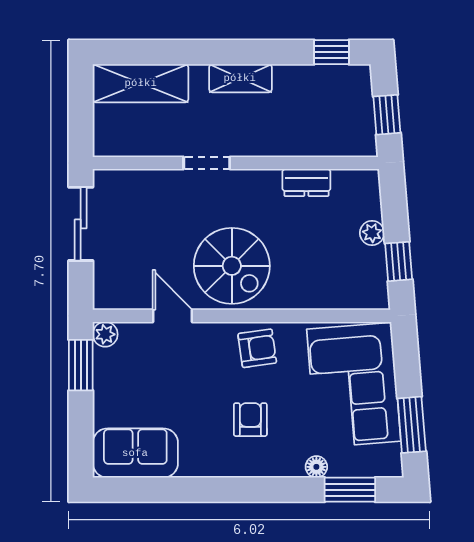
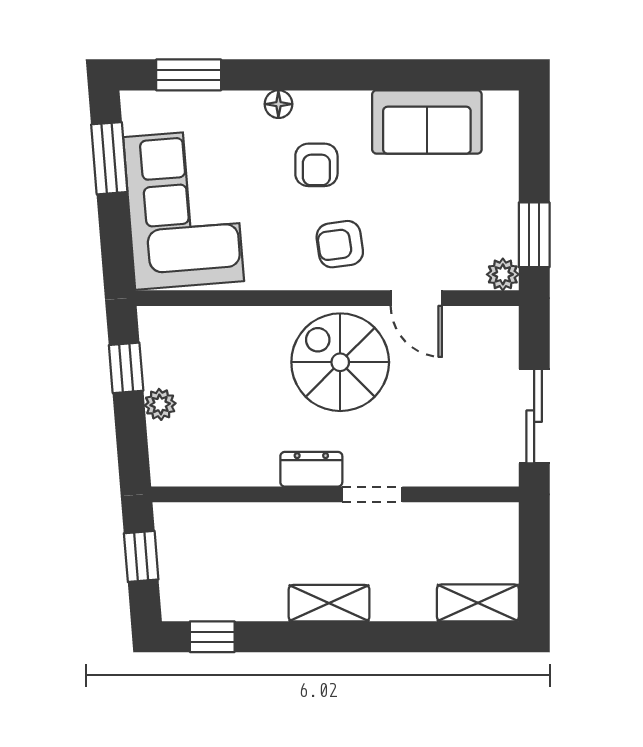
shelving: (141, 83) -> (478, 603), width x0.67, depth x0.75
dresser: (306, 183) -> (311, 469), moved
armchair: (257, 348) -> (340, 244), moved
sofa: (135, 453) -> (427, 122), moved
floor lamp: (316, 467) -> (278, 104), moved

